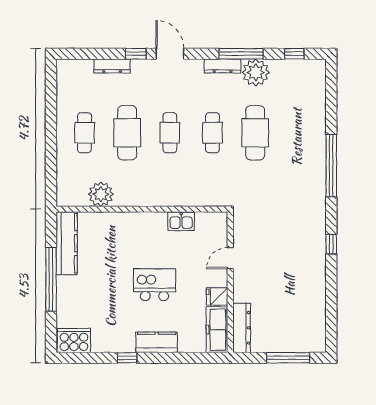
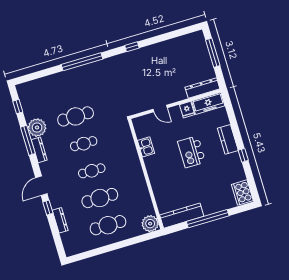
cafe table: (84, 133) -> (108, 225), width x1.37, depth x1.35
plant: (101, 194) -> (150, 224), moved

